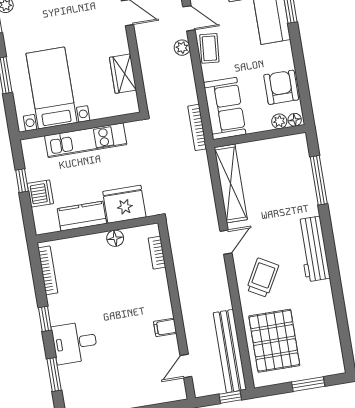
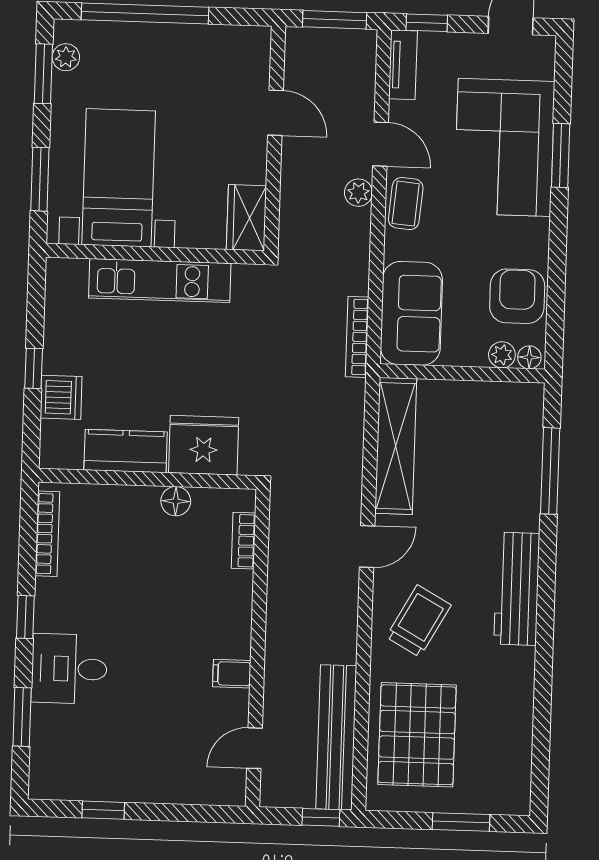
bed with nightstands: (52, 88) -> (119, 178), moved
wall: (80, 126) -> (155, 254), moved
kitchen unit: (86, 140) -> (160, 281), moved

